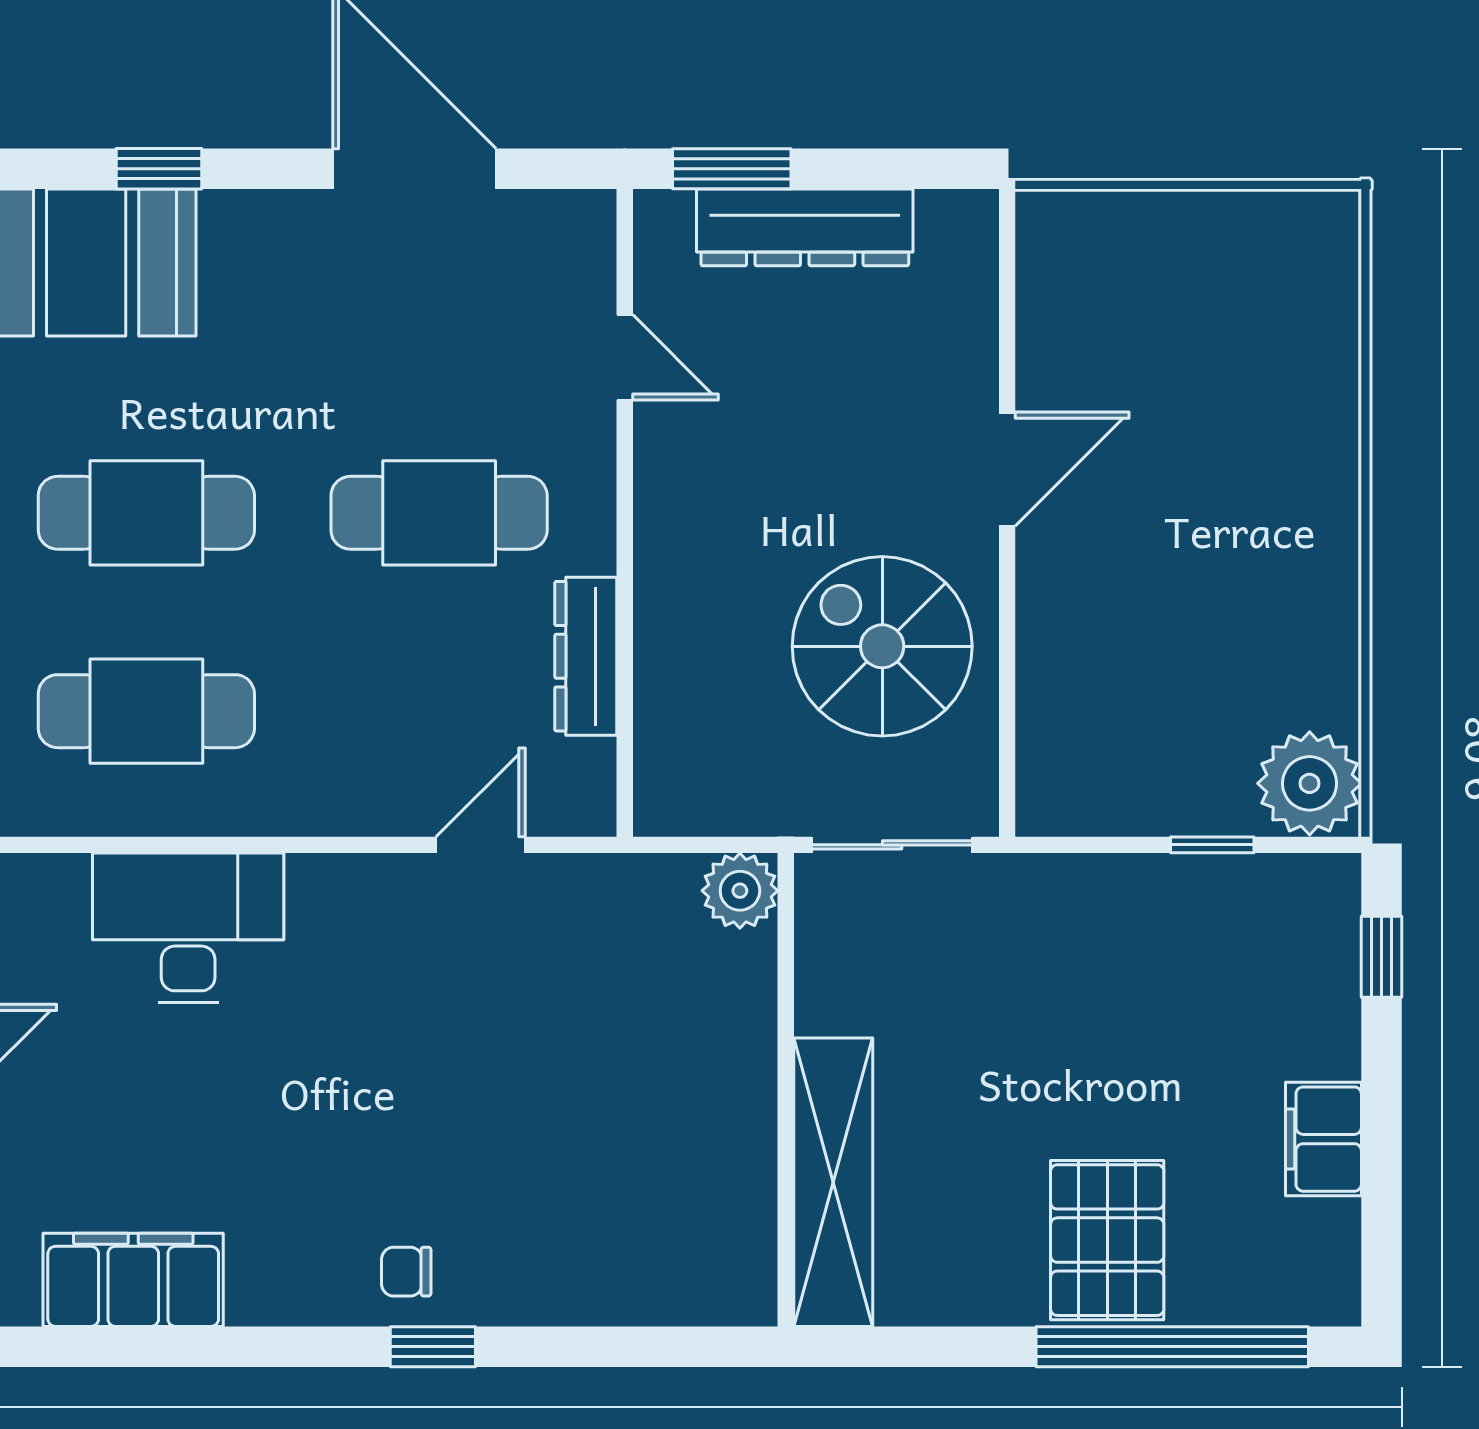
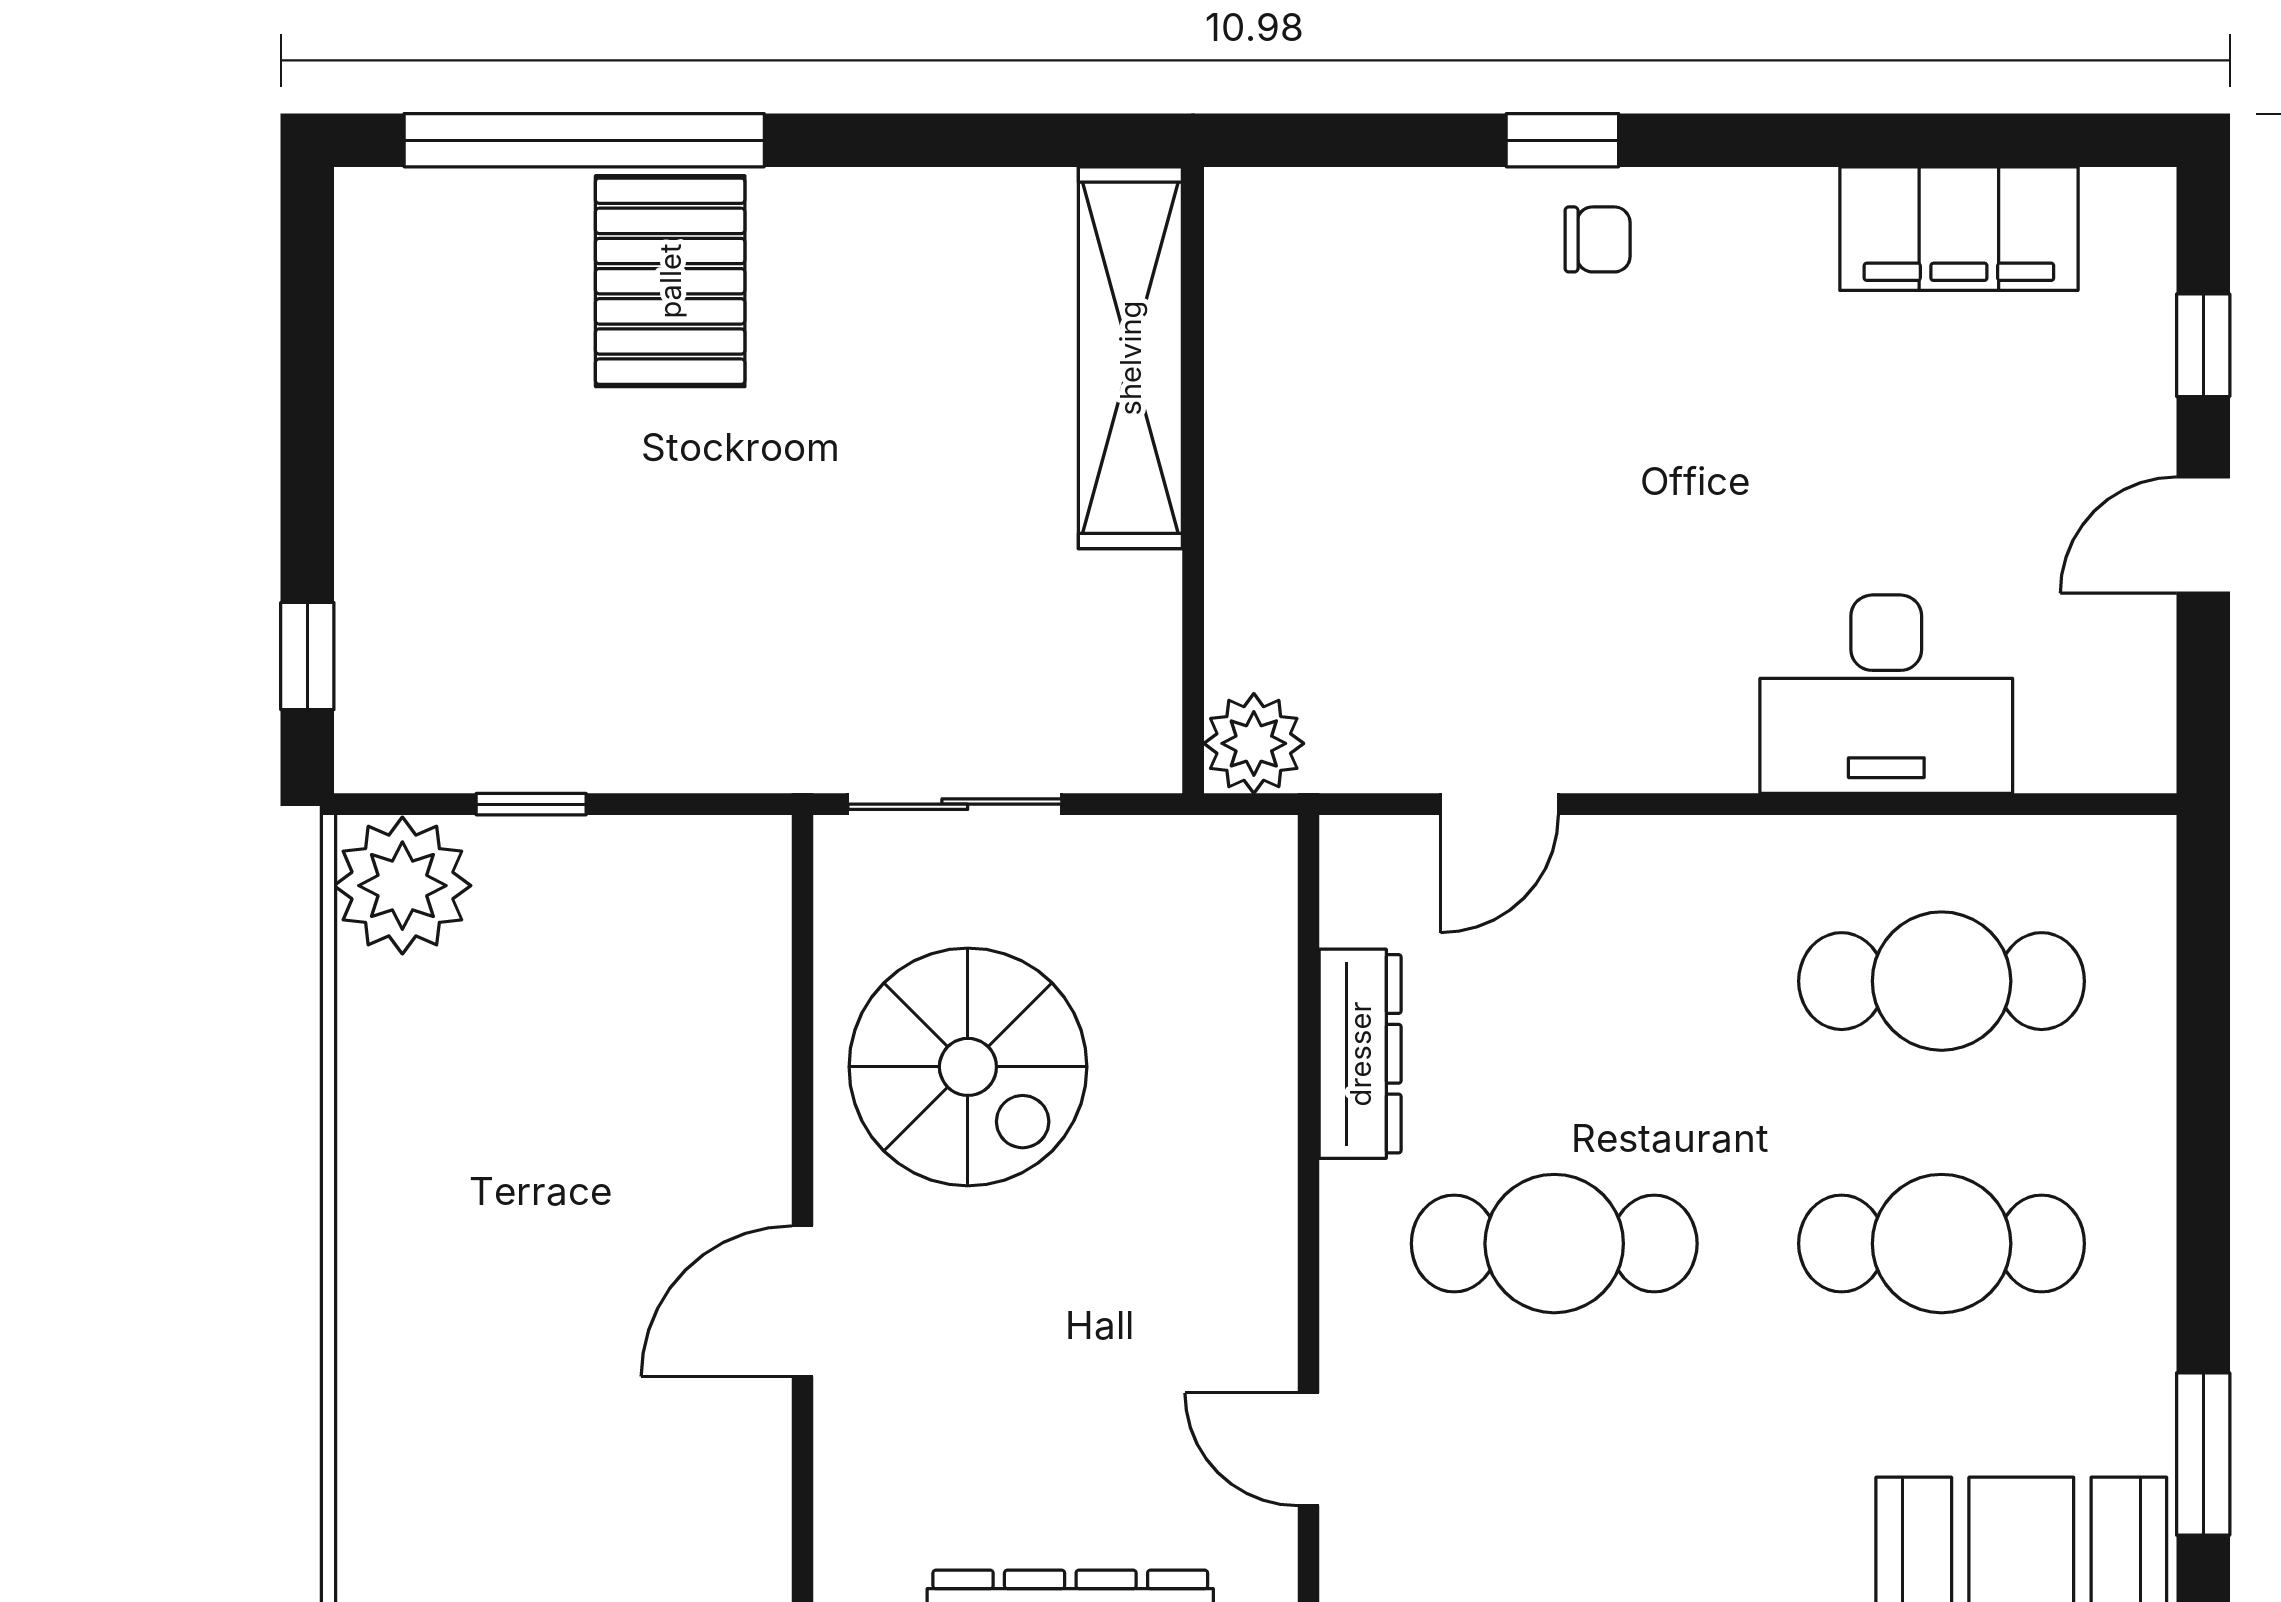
plant: (740, 891) -> (1254, 743), moved
wall: (786, 1090) -> (1193, 480), moved
filing cabinet: (1323, 1139) -> (384, 415), removed
shelving: (833, 1182) -> (1130, 358), moved

